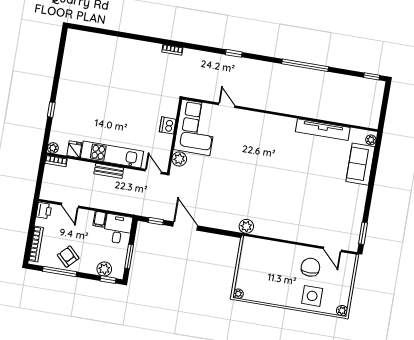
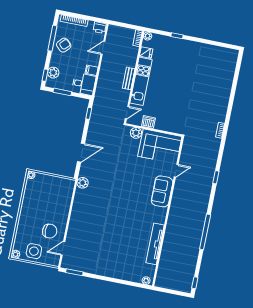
dishwasher: (168, 125) -> (148, 122), moved
sofa: (360, 164) -> (162, 191), moved, turned -90
door: (185, 226) -> (81, 153), moved
side table: (312, 296) -> (34, 251), moved

